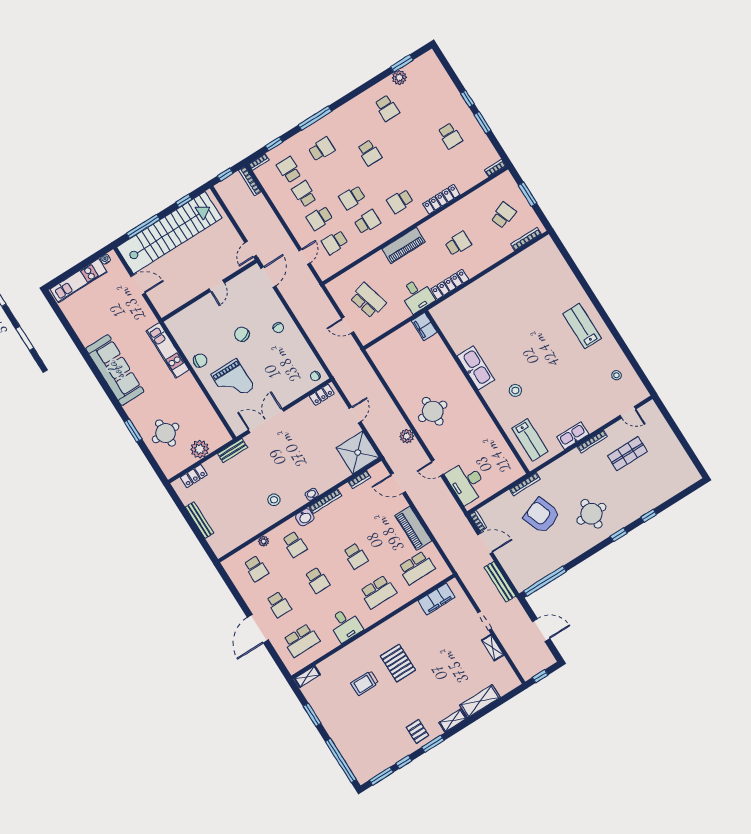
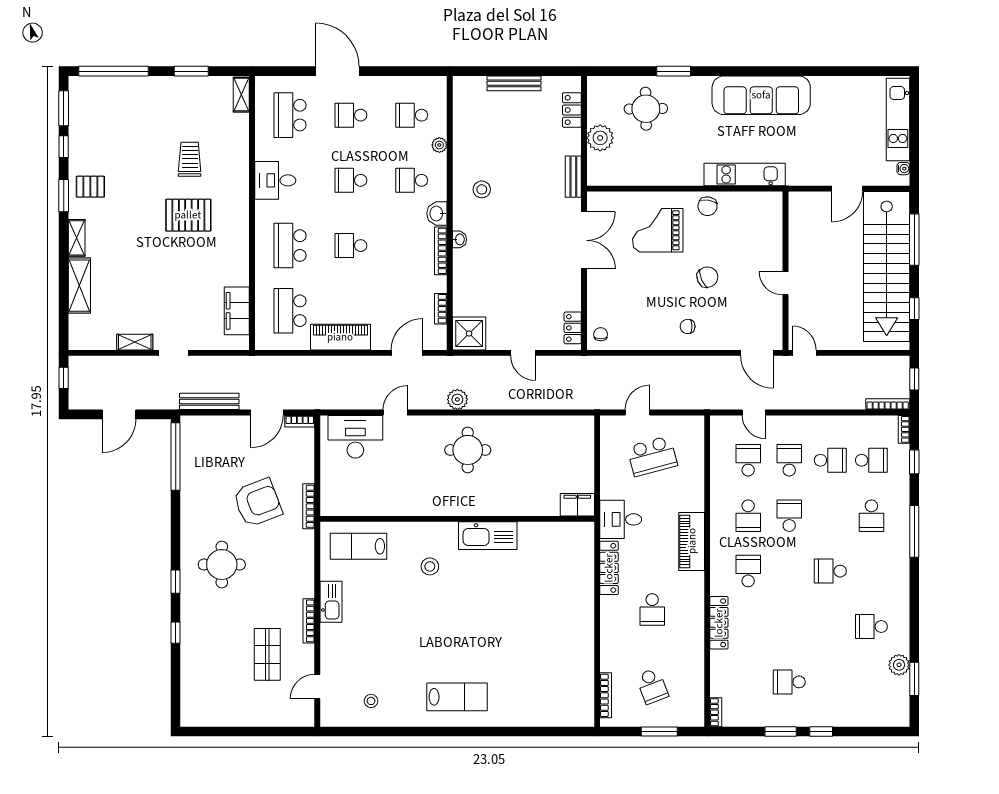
shower: (358, 452) -> (469, 334), width x0.73, depth x0.73

